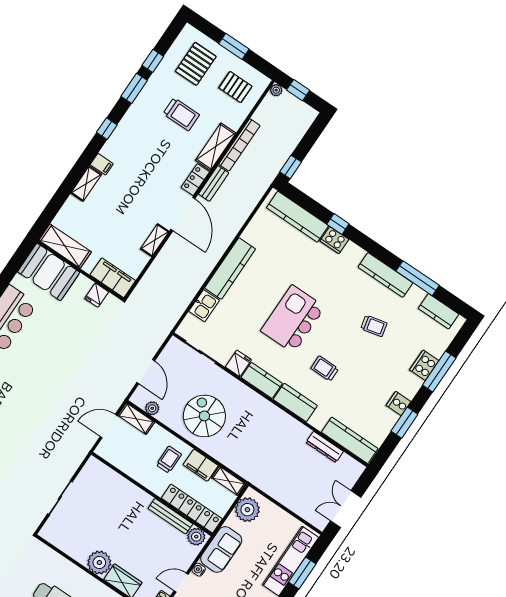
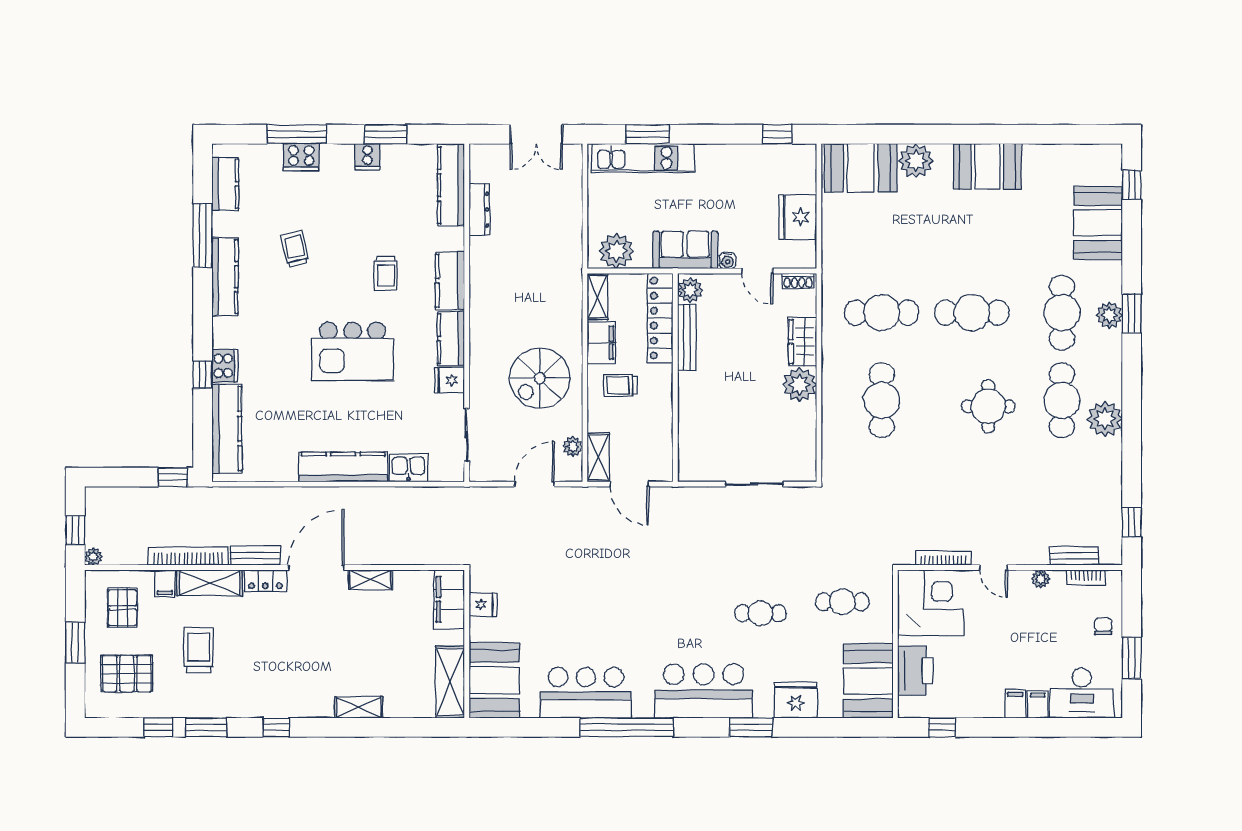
filing cabinet: (102, 164) -> (165, 583), moved, turned 180

